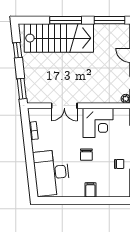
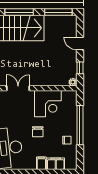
double door: (64, 106) -> (18, 88), swing flipped
filing cabinet: (107, 190) -> (56, 164), added

